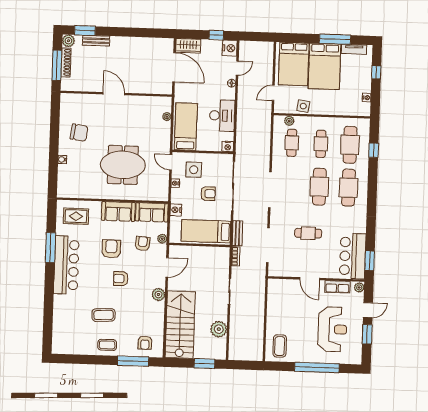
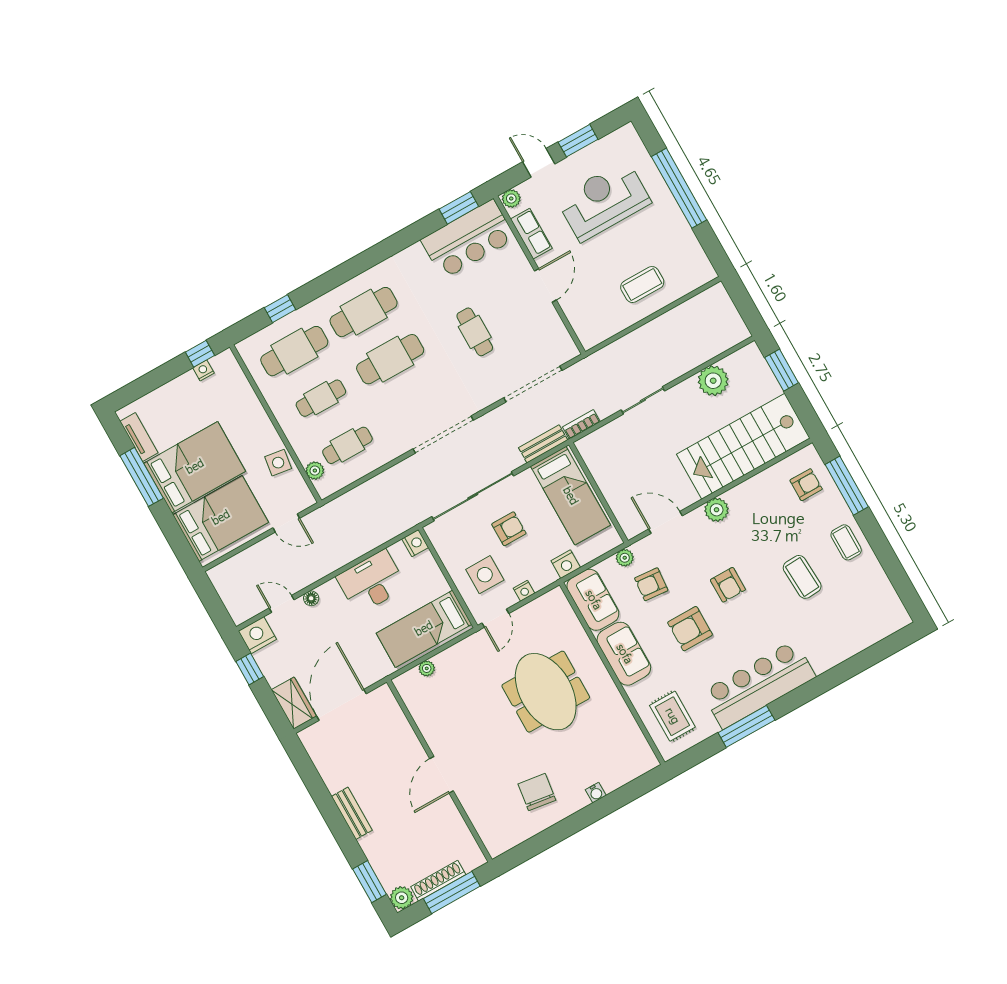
bench: (96, 41) -> (352, 813), moved
window: (376, 72) -> (200, 354), moved
armchair: (208, 194) -> (509, 529), turned 90
coffee table: (280, 346) -> (642, 285), moved

